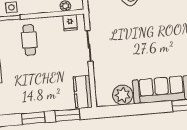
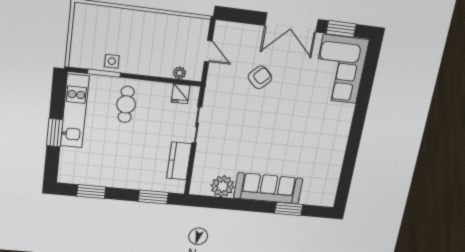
kitchen counter: (83, 92) -> (179, 161), moved
window: (33, 118) -> (91, 192), moved

